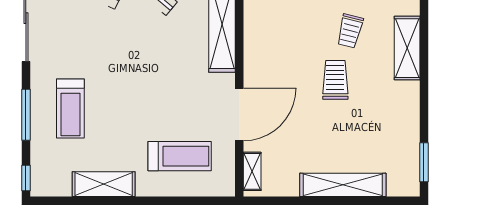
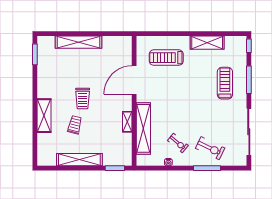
shelving: (252, 171) -> (127, 122), moved

